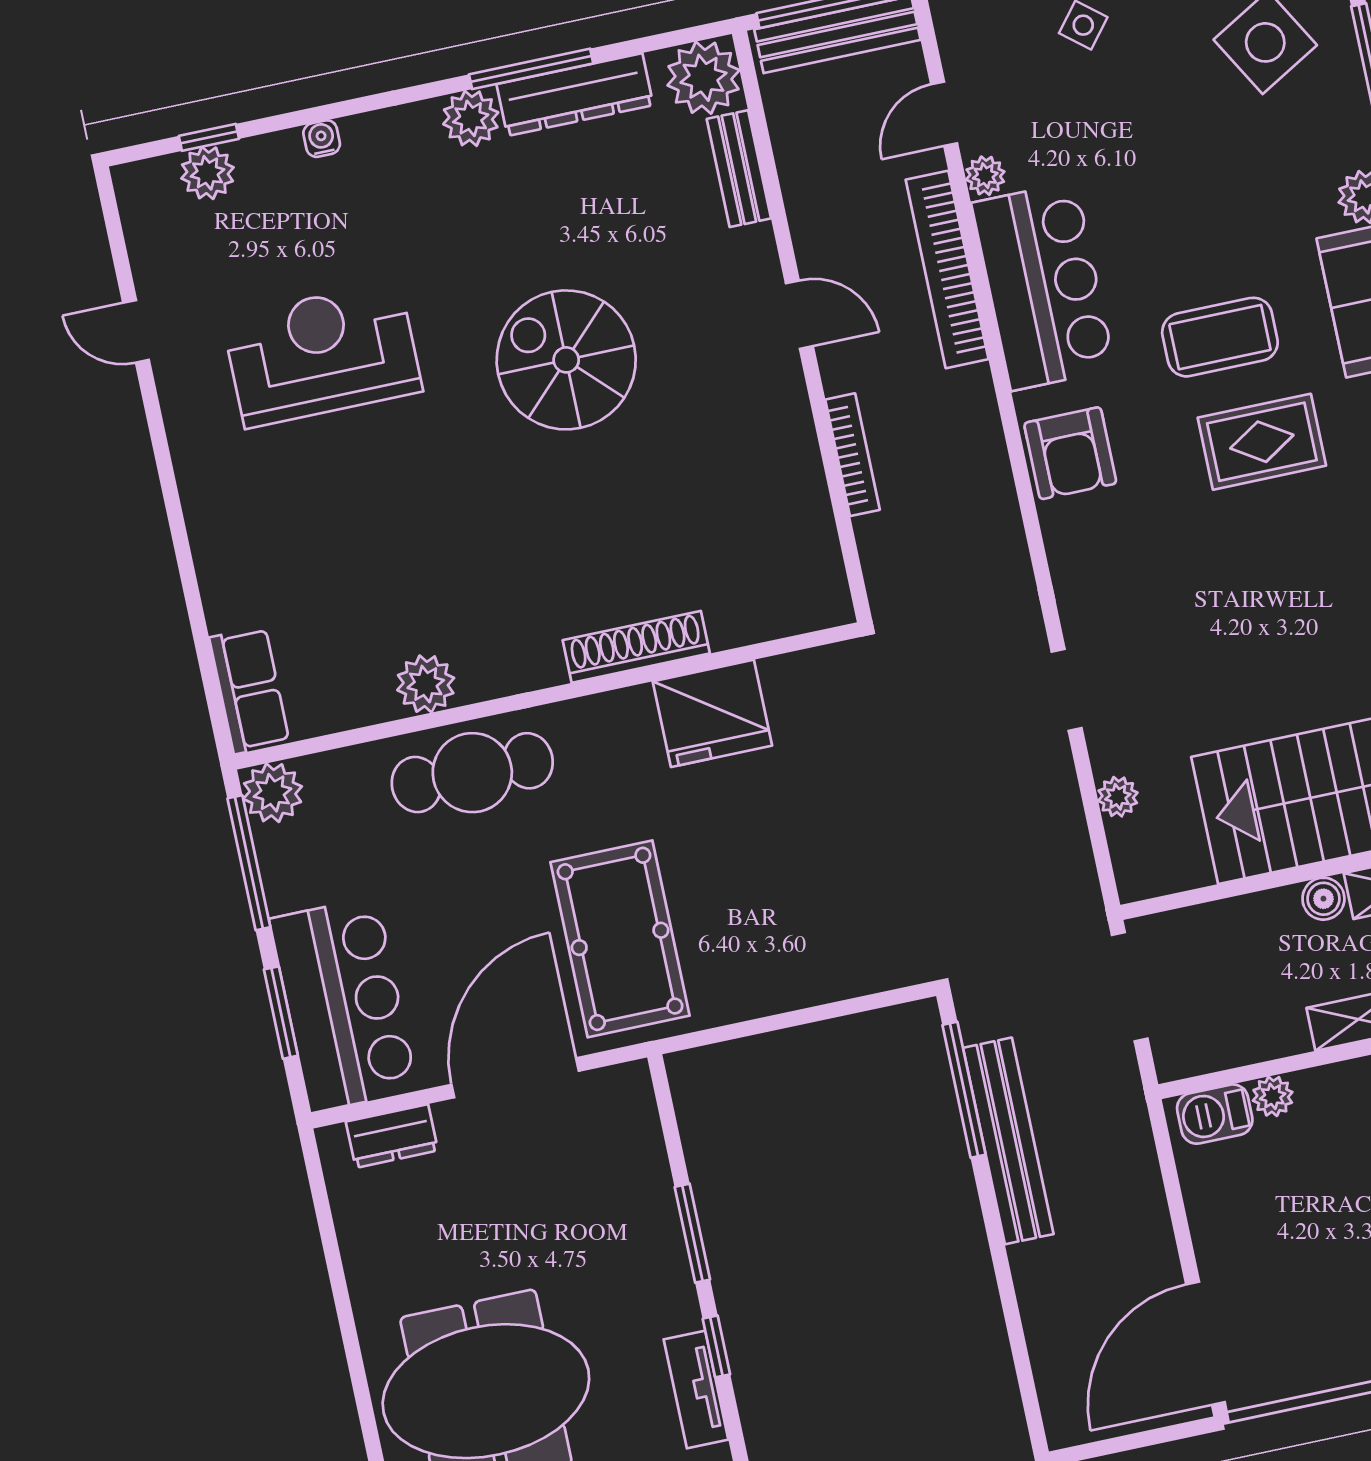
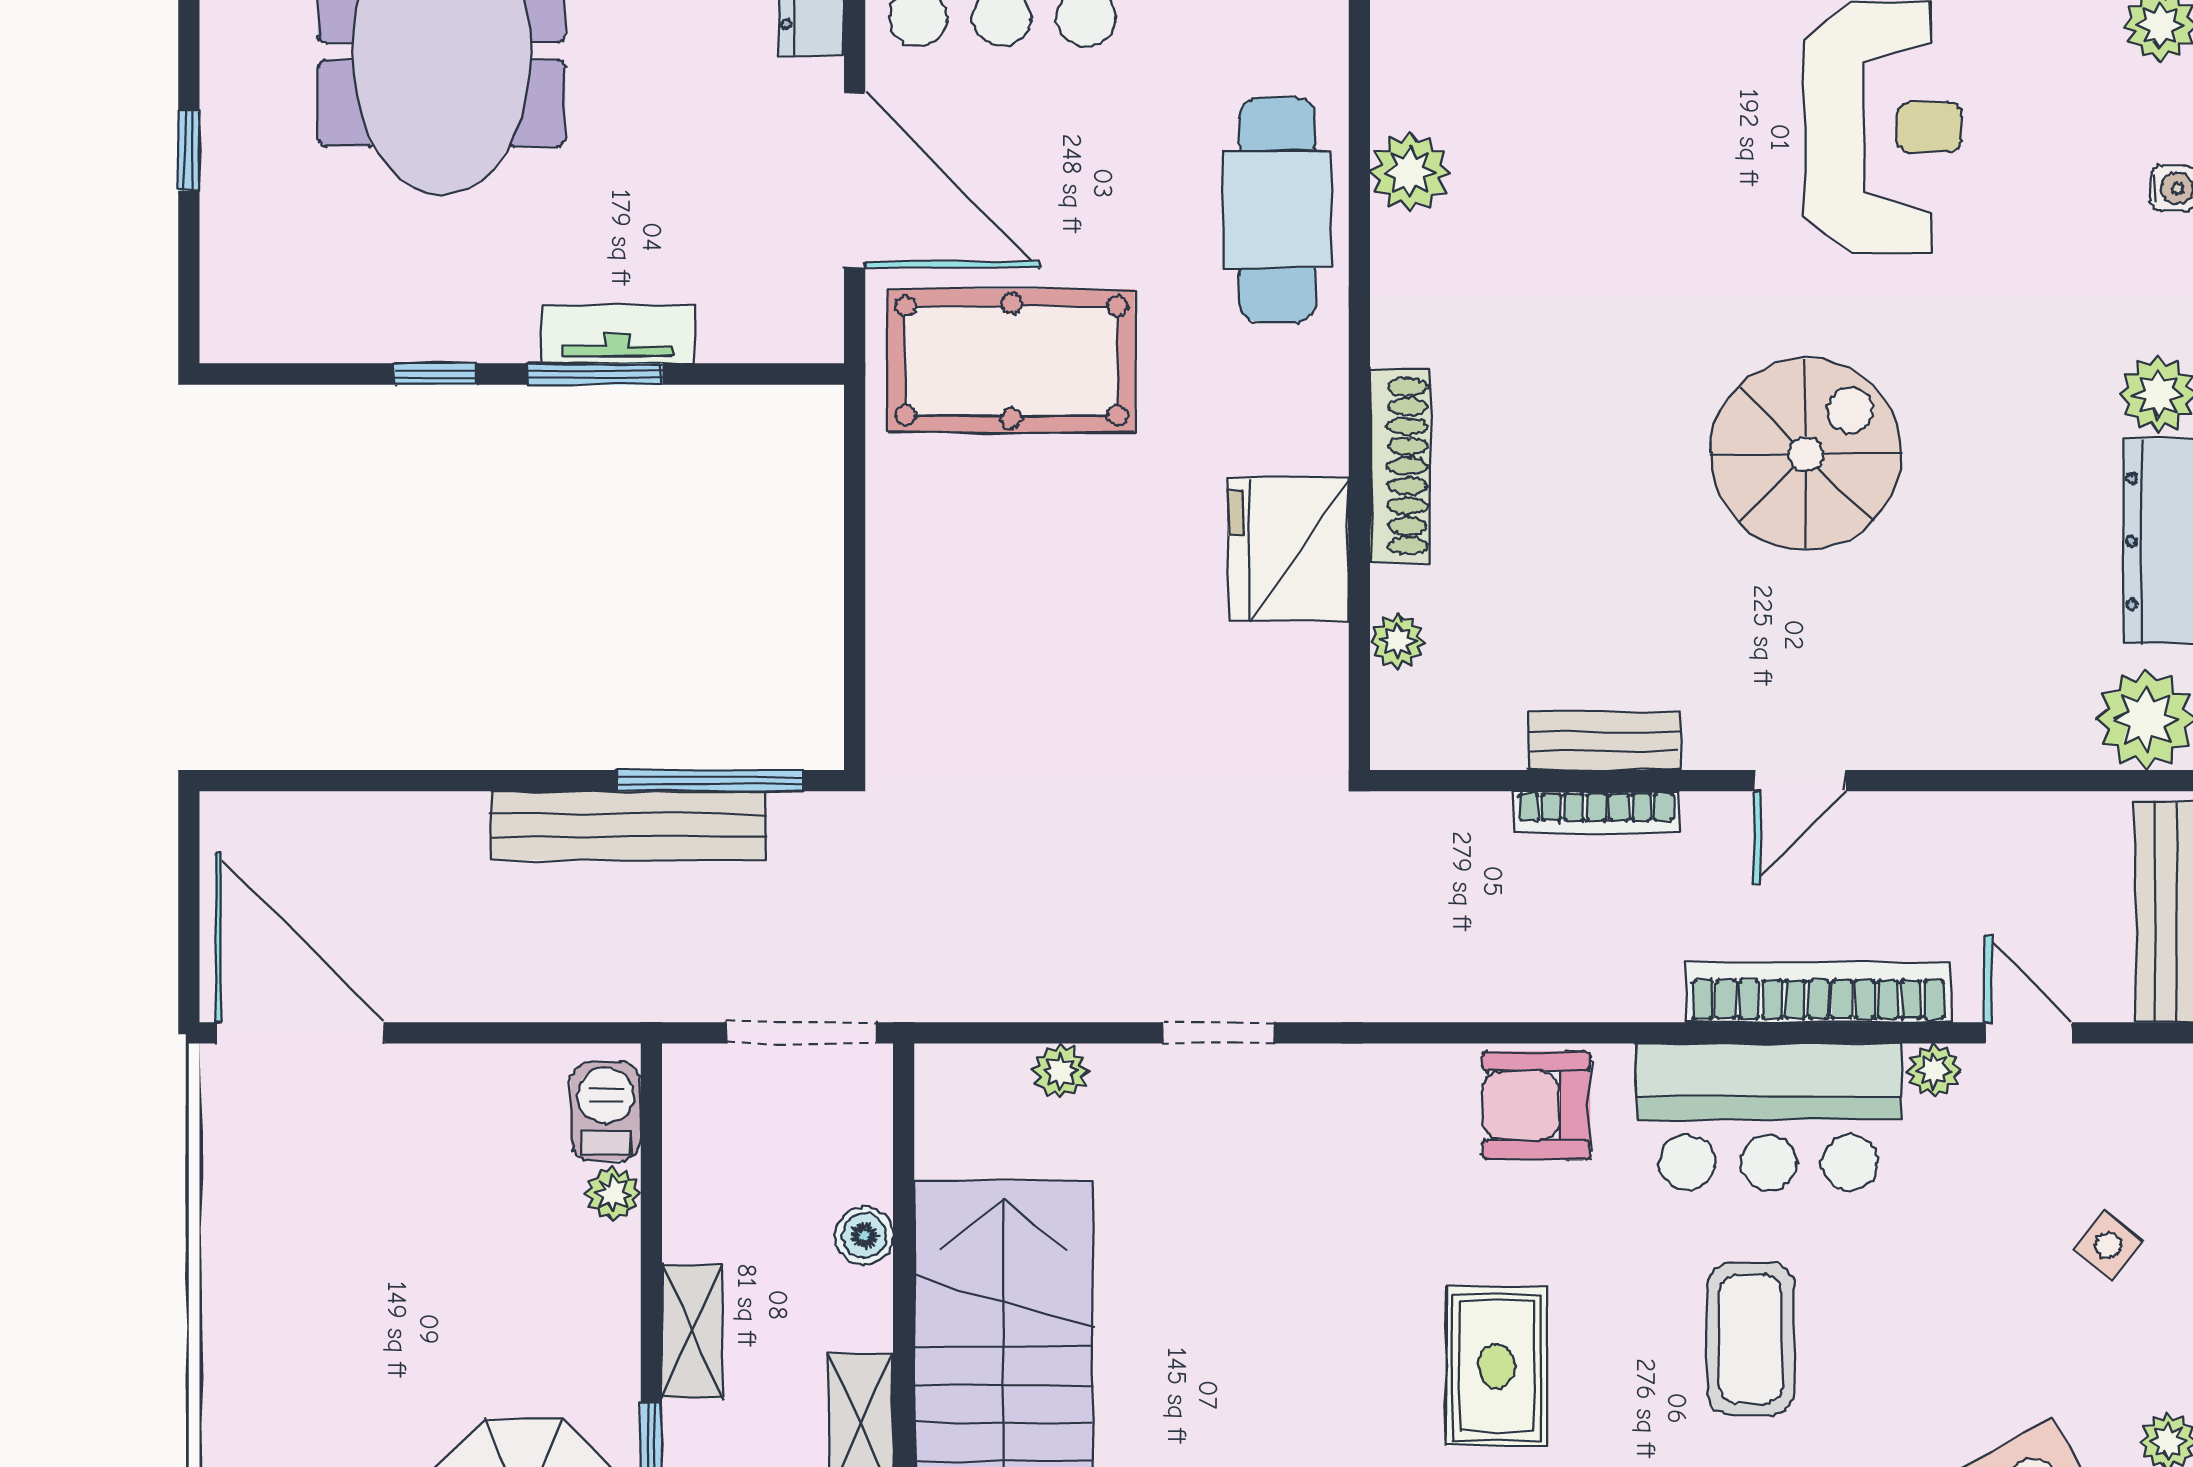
bench: (739, 169) -> (1604, 741), moved
coffee table: (1220, 337) -> (1751, 1339), moved
plant: (761, 622) -> (1397, 641), added
boiler: (1323, 899) -> (864, 1236), moved
tv unit: (696, 1389) -> (618, 334), moved

